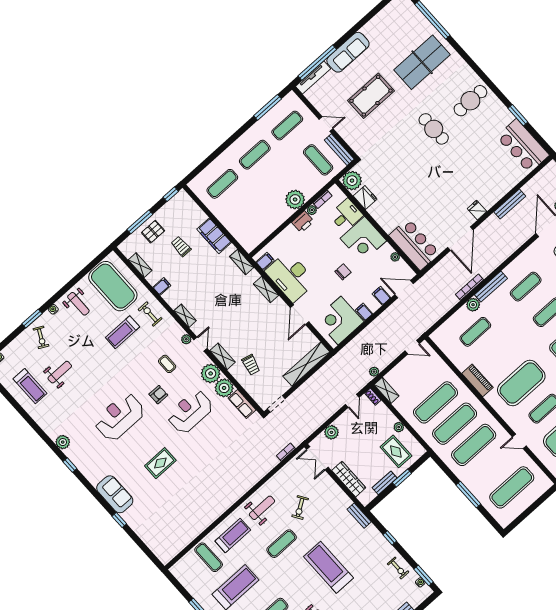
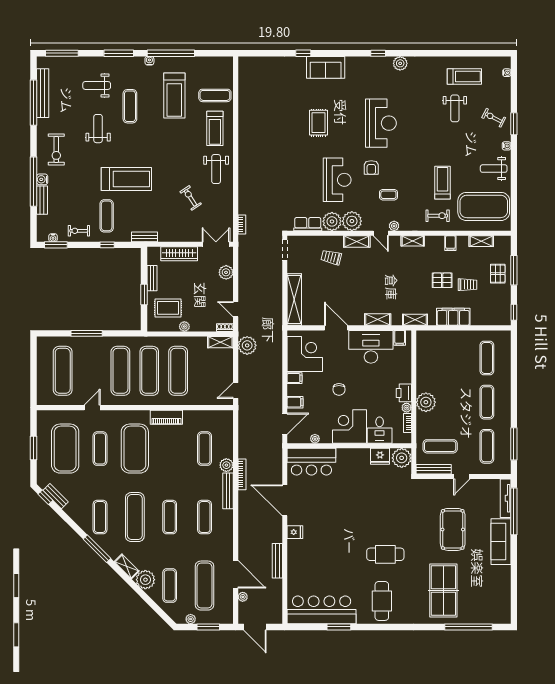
bar counter: (523, 146) -> (322, 610), width x1.36
pallet: (195, 268) -> (442, 280), added
plant: (374, 372) -> (247, 345), width x1.88, depth x1.88
treadmill: (30, 386) -> (464, 77), turned 180
exercise mat: (282, 544) -> (107, 216), moved

